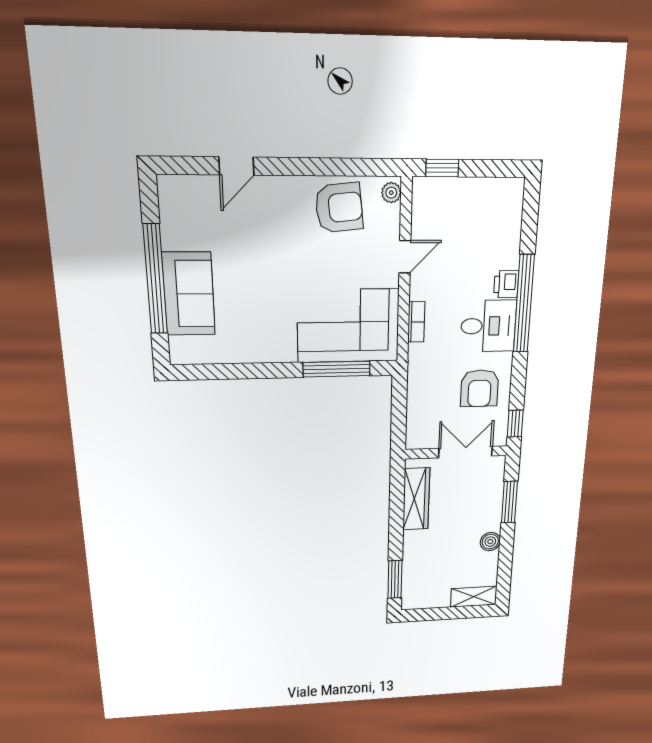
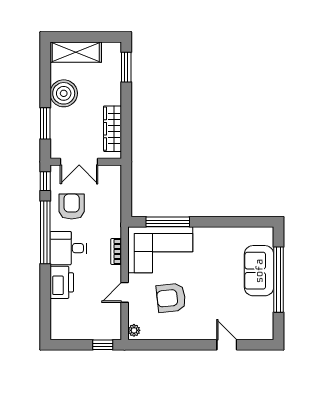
door: (236, 166) -> (227, 345), hinge flipped
armchair: (339, 208) -> (171, 298), moved
printer: (506, 284) -> (62, 282), width x1.87, depth x1.48
window: (524, 304) -> (45, 232), moved
boiler: (490, 542) -> (64, 93), width x1.86, depth x1.86
shelving: (474, 597) -> (76, 52), width x1.50, depth x1.33

